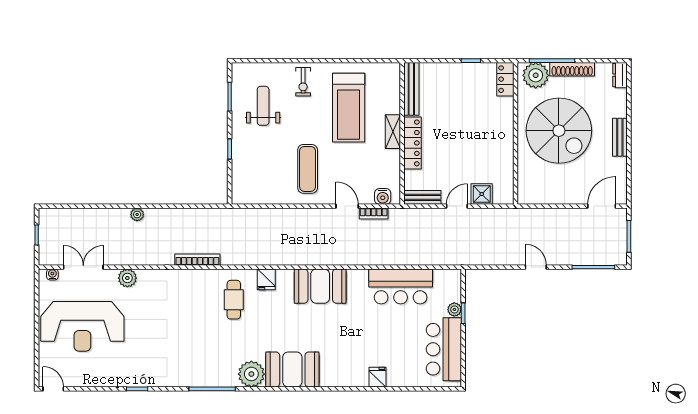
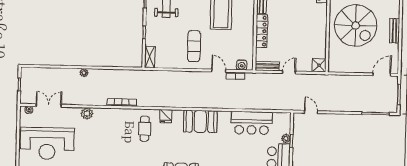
shelving: (393, 132) -> (150, 57), moved
shower: (482, 194) -> (319, 65), moved
door: (536, 267) -> (311, 112), moved
plant: (127, 278) -> (87, 113), moved

